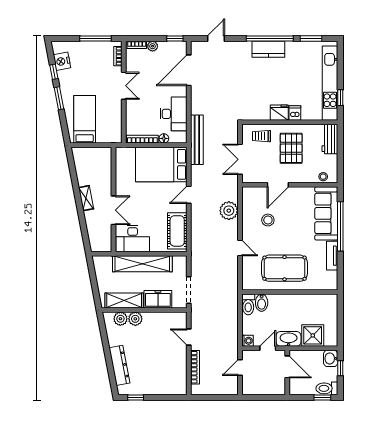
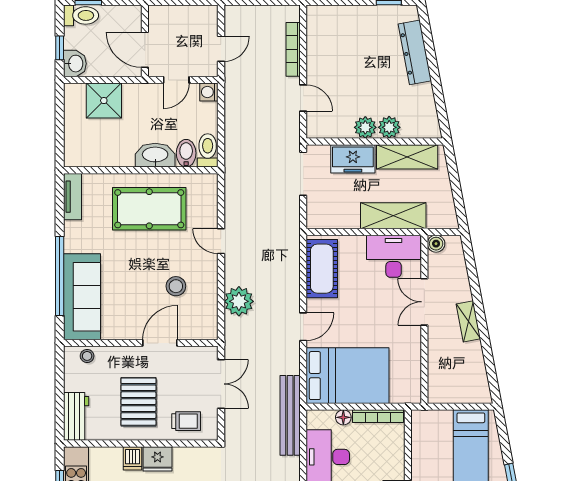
boiler: (106, 246) -> (436, 244), added
tv unit: (332, 256) -> (73, 197), moved
shelving: (142, 264) -> (393, 216), width x0.68
plant: (120, 319) -> (365, 127), moved
washbasin: (289, 339) -> (155, 155), moved, turned 180

